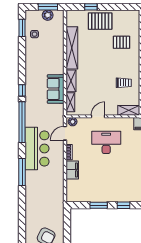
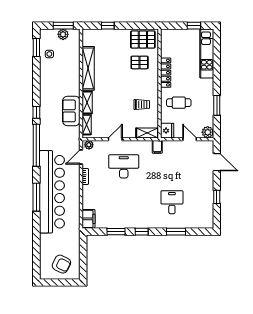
pallet: (100, 21) -> (143, 39), moved
bar counter: (37, 149) -> (52, 192), width x1.86
filing cabinet: (72, 170) -> (88, 219), moved

